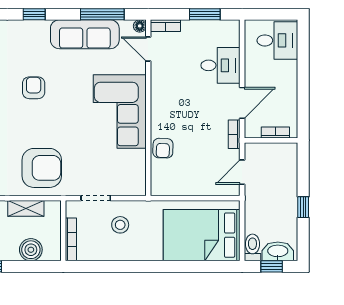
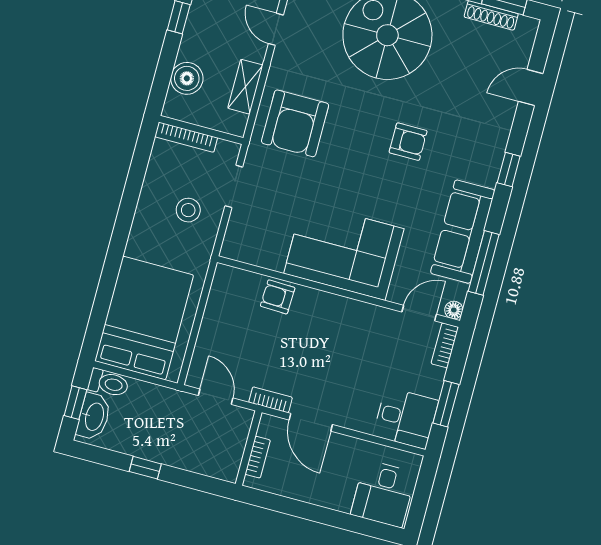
desk: (221, 65) -> (406, 418), moved, turned -90

